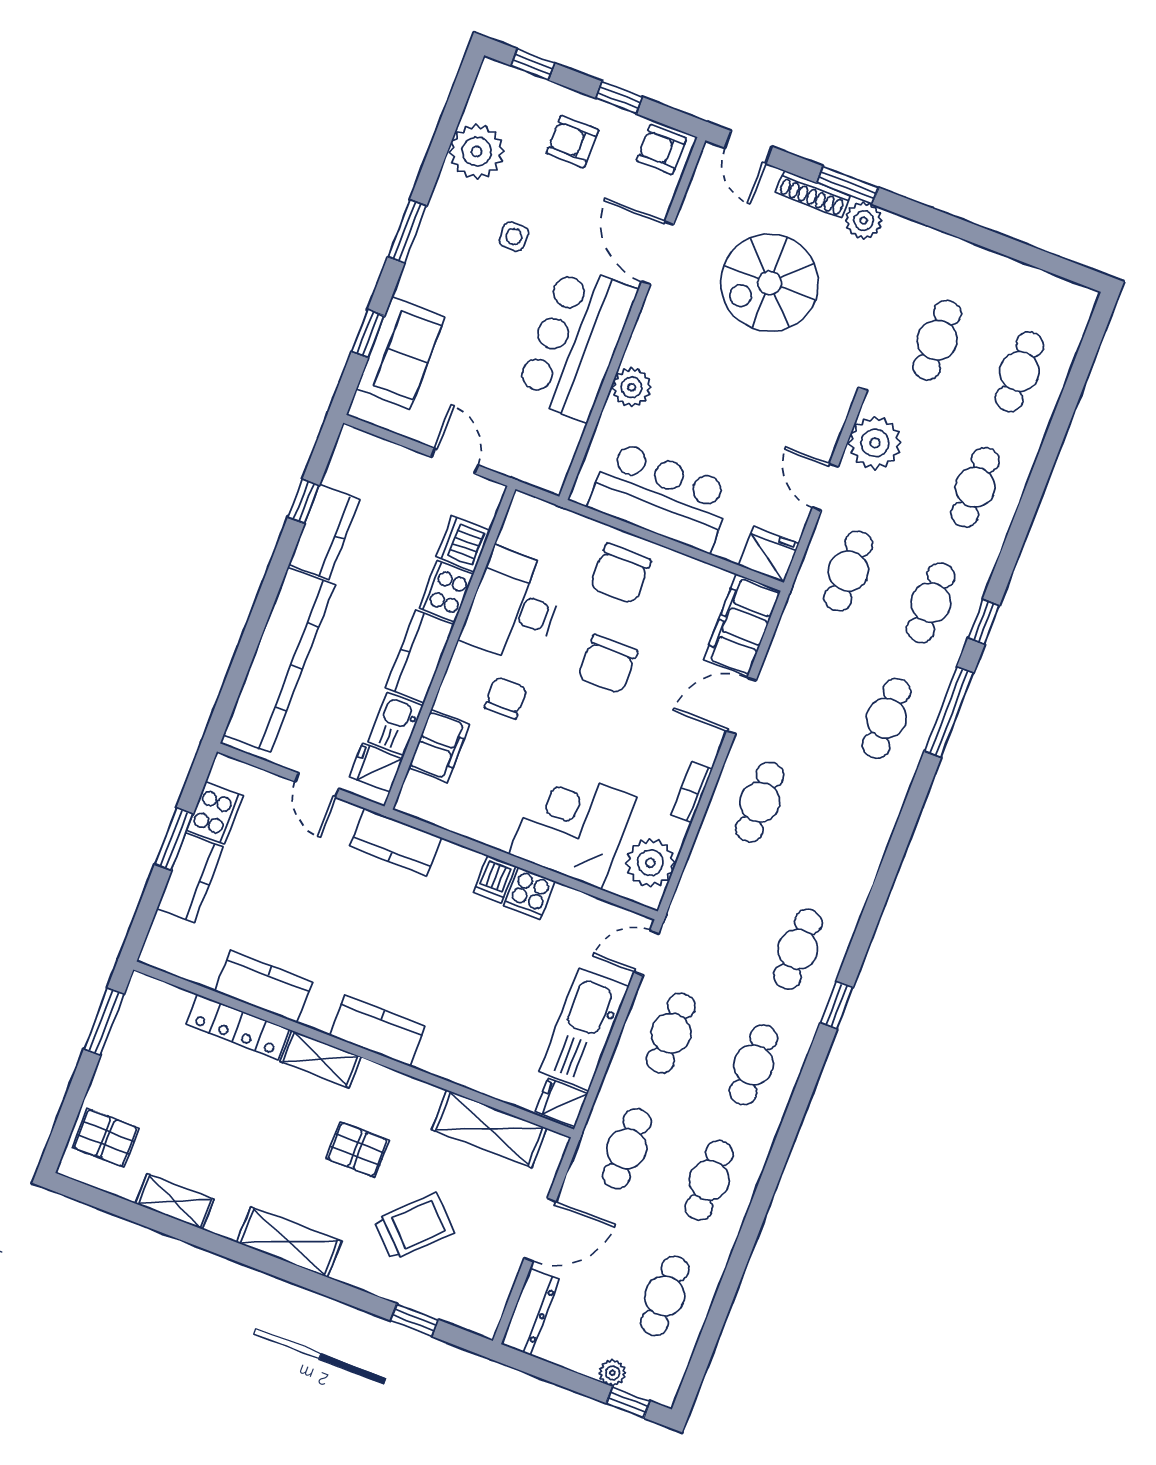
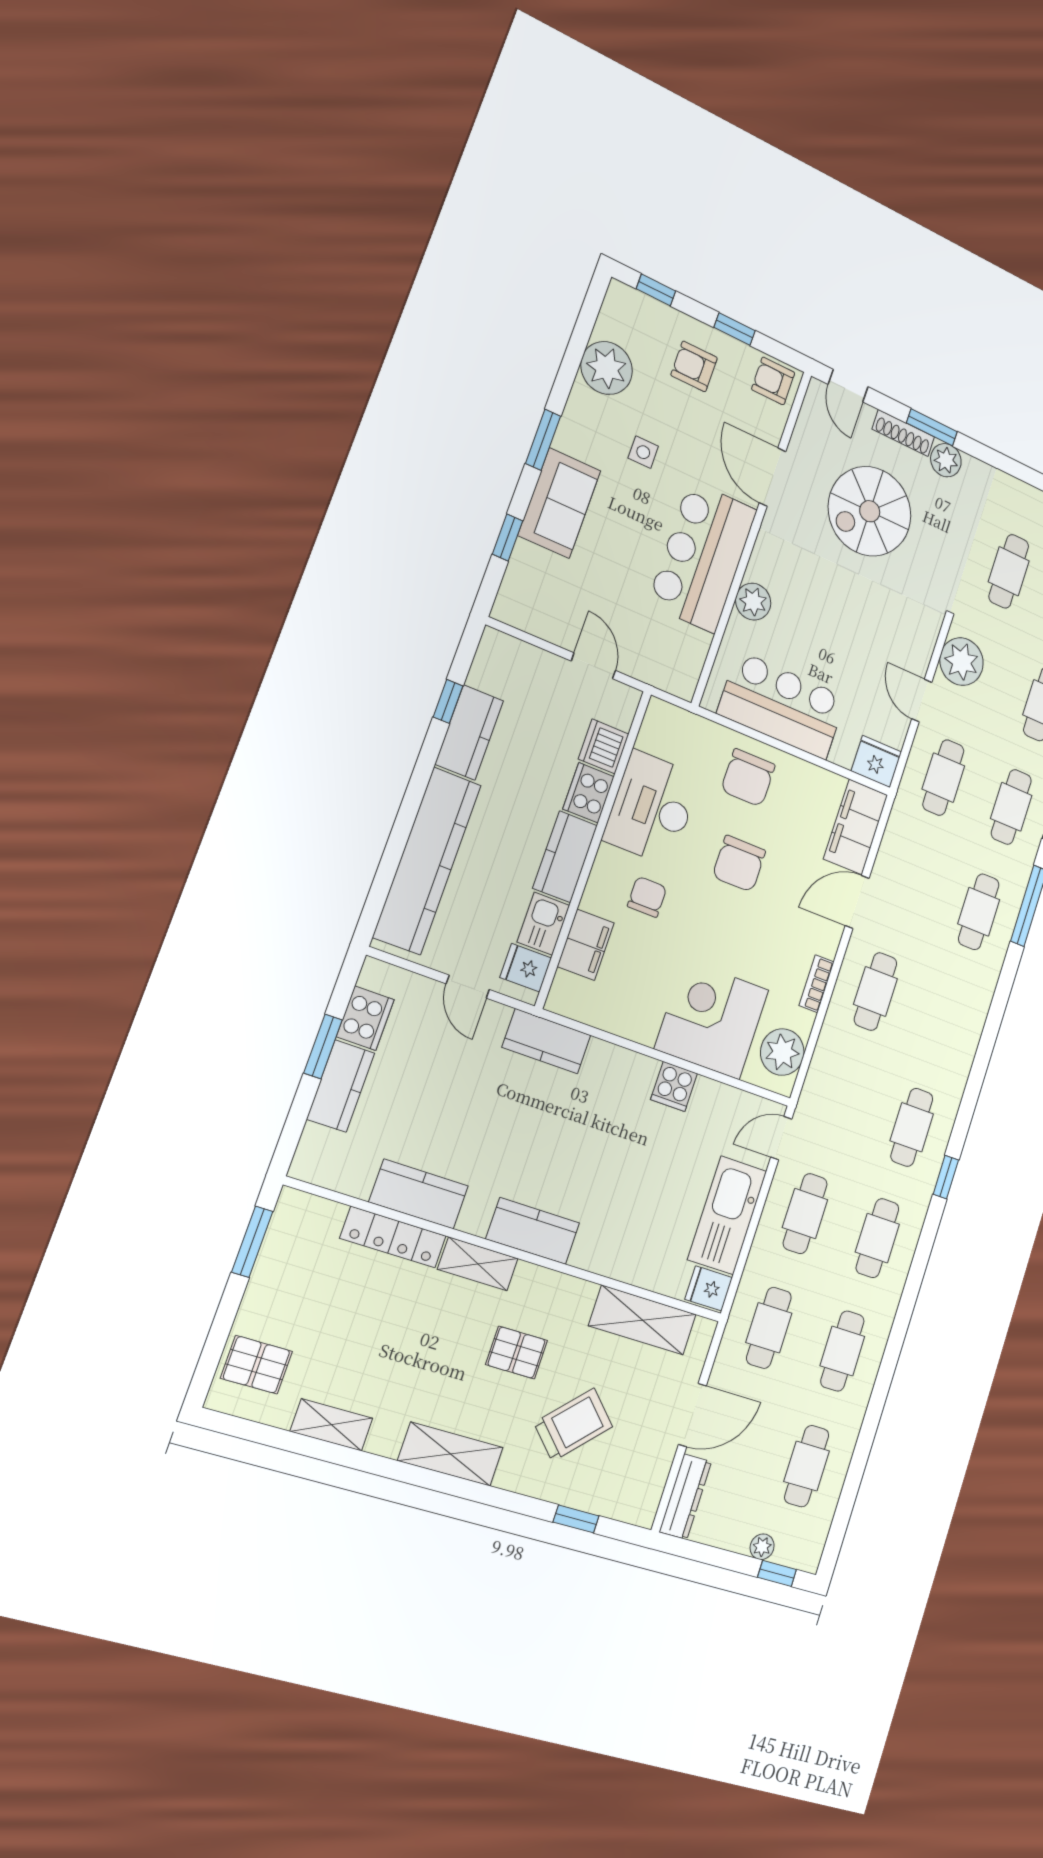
sofa: (401, 353) -> (559, 503), moved
dishwasher: (495, 879) -> (641, 1074), removed

